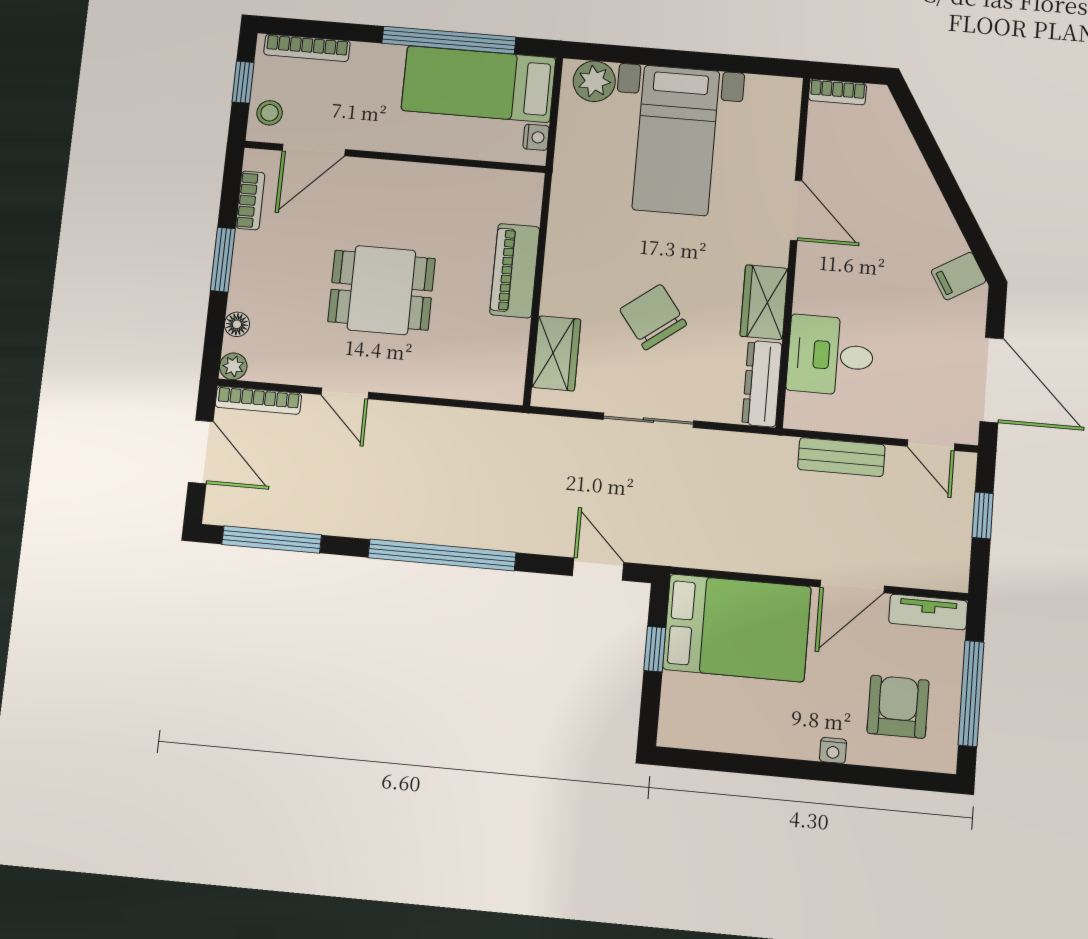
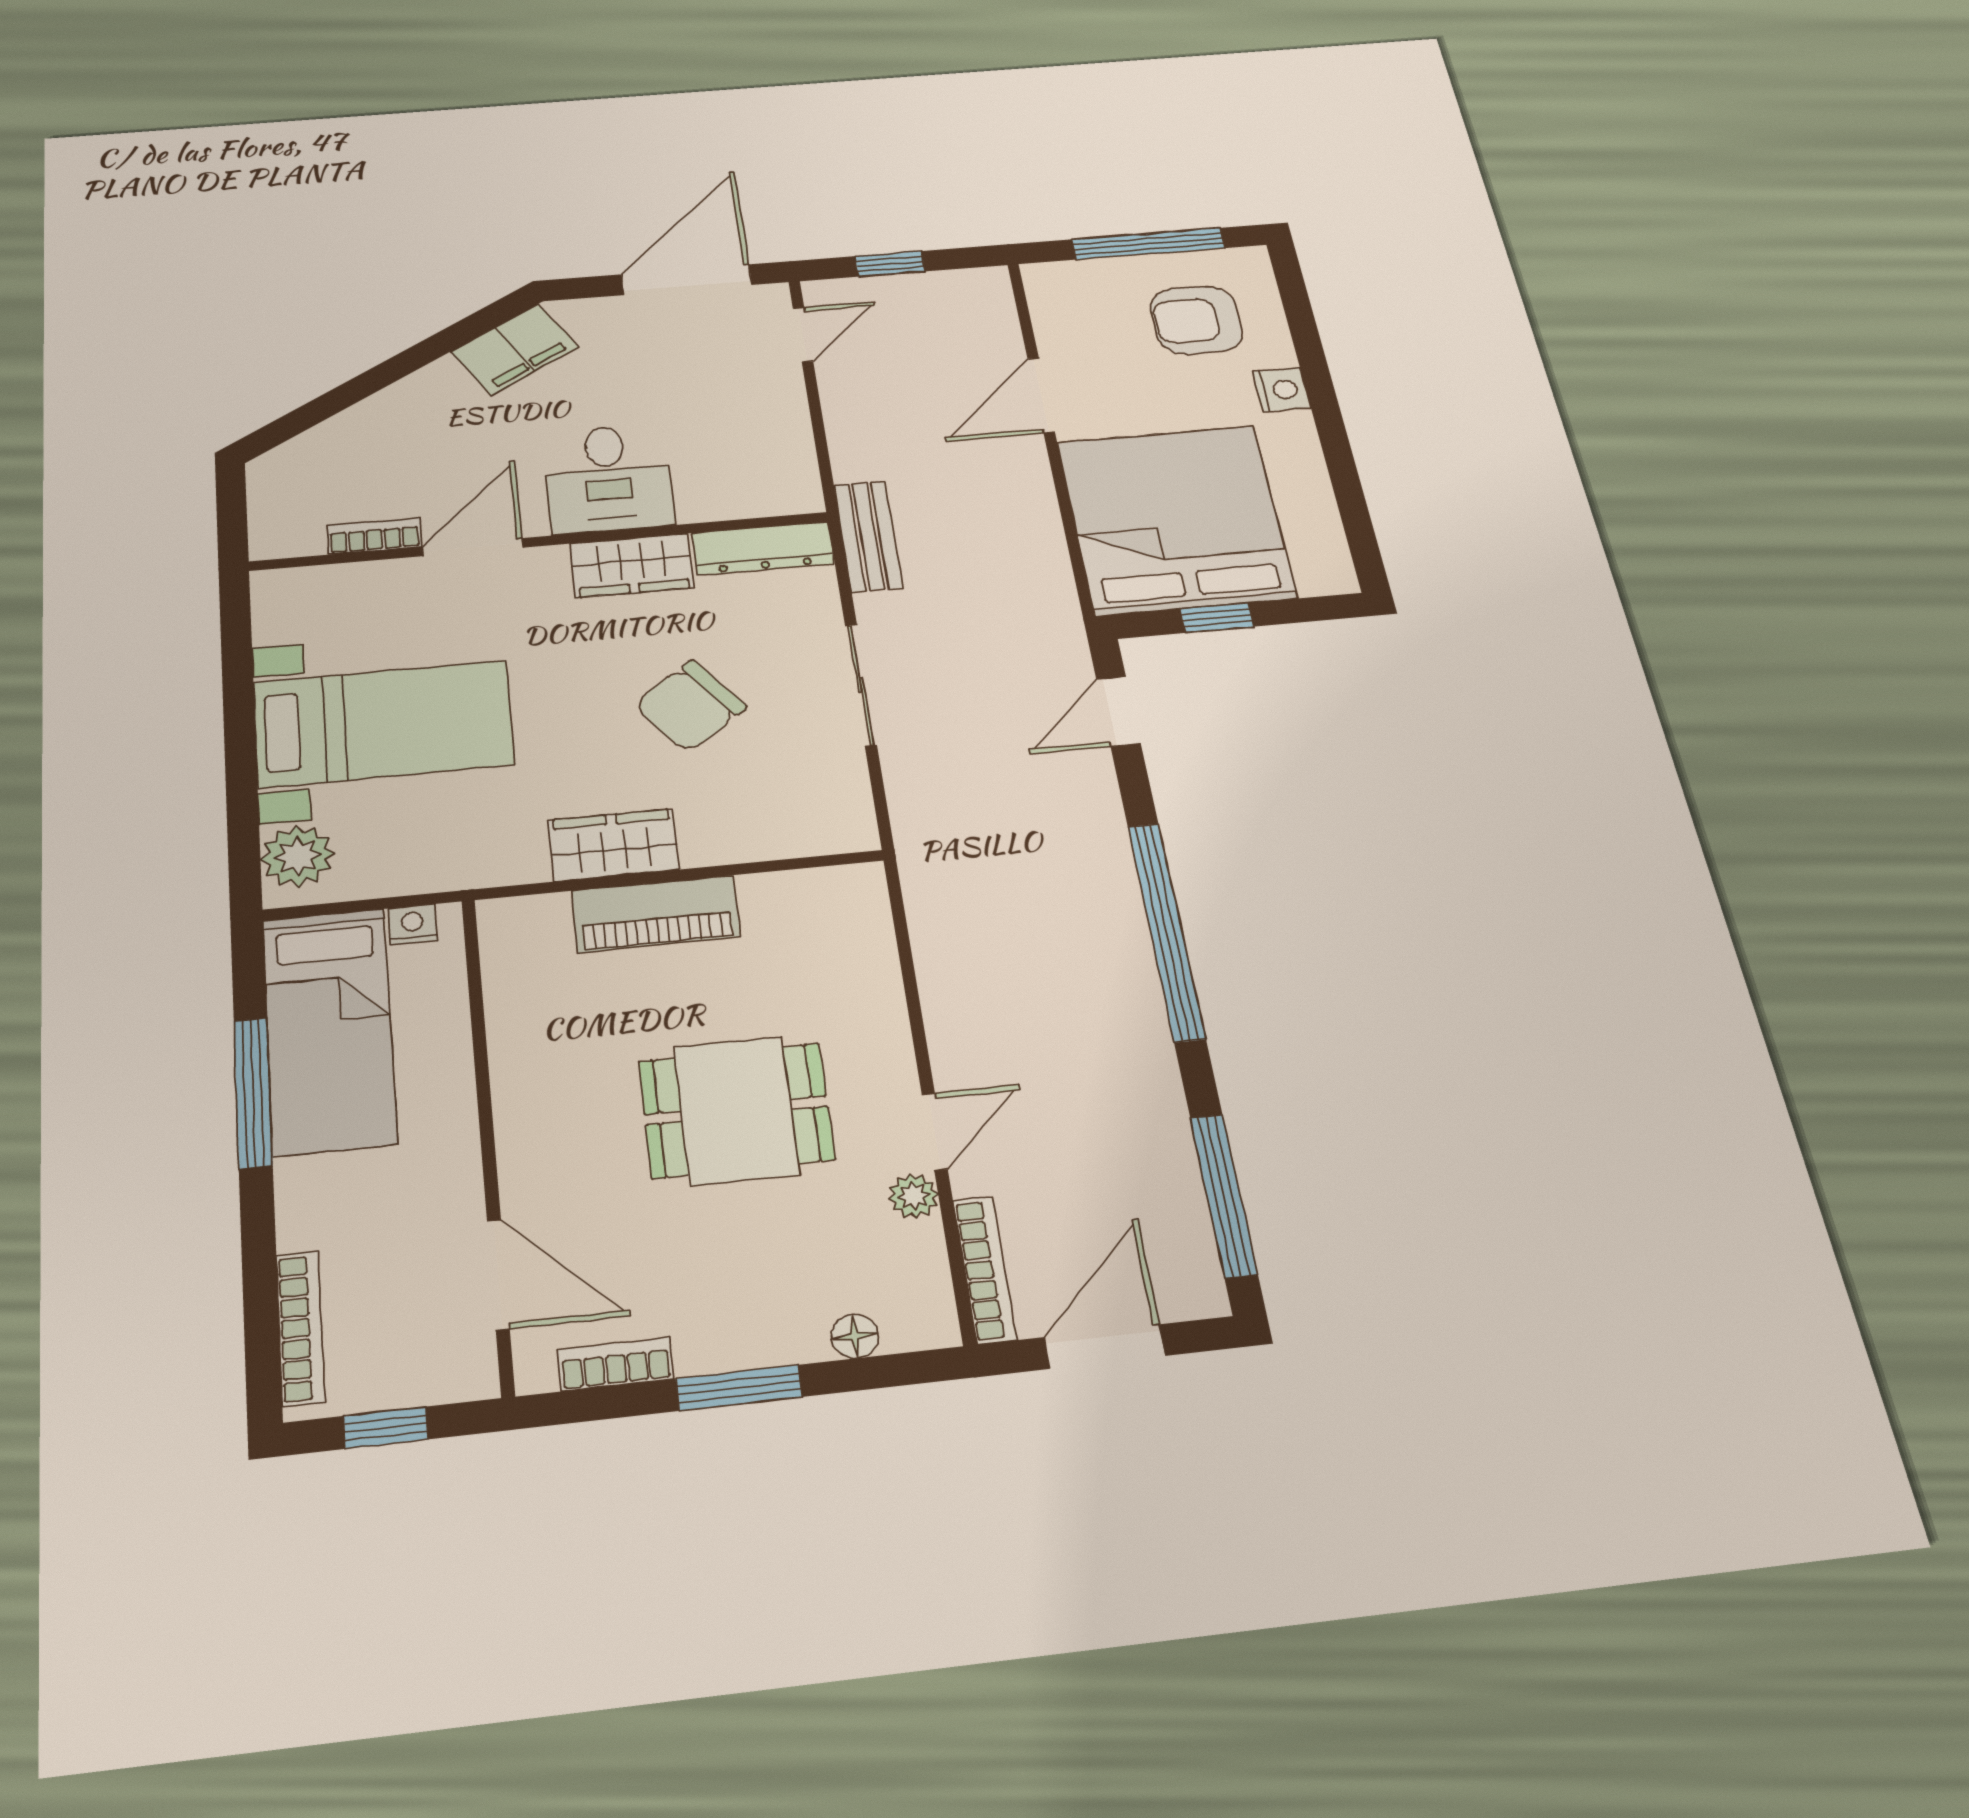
window: (449, 40) -> (253, 1092), width x0.68
bookcase: (837, 92) -> (374, 536), moved, turned -90
stool: (270, 113) -> (439, 1367), removed
filing cabinet: (959, 276) -> (515, 349), width x2.00
dining table: (382, 290) -> (736, 1110), turned 90
wardrobe: (556, 353) -> (614, 845), moved
desk: (830, 355) -> (608, 478), moved
plant: (233, 366) -> (913, 1196), moved
bench: (841, 457) -> (868, 536), moved
door: (852, 587) -> (1041, 395), swing flipped
tv unit: (928, 612) -> (1049, 305), removed
bed: (737, 628) -> (1176, 519), width x1.36
nightstand: (833, 750) -> (1281, 390), width x1.39, depth x1.35

